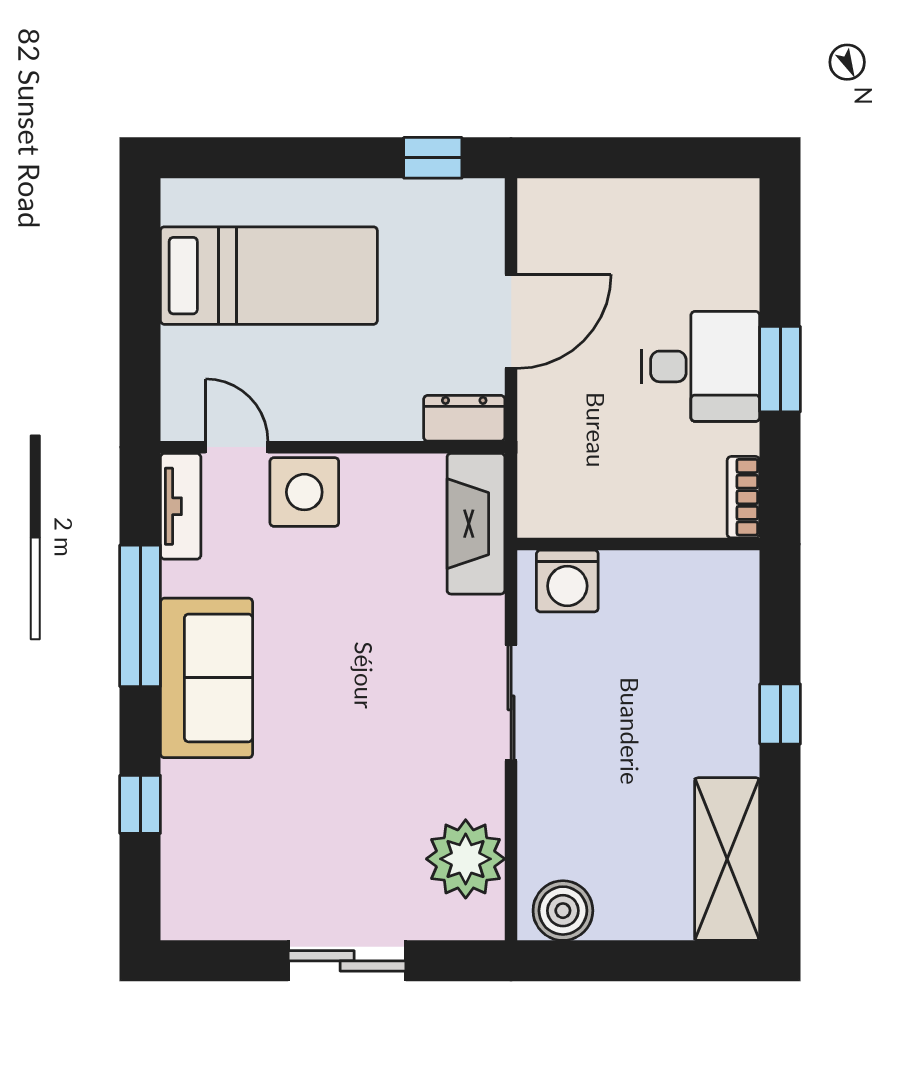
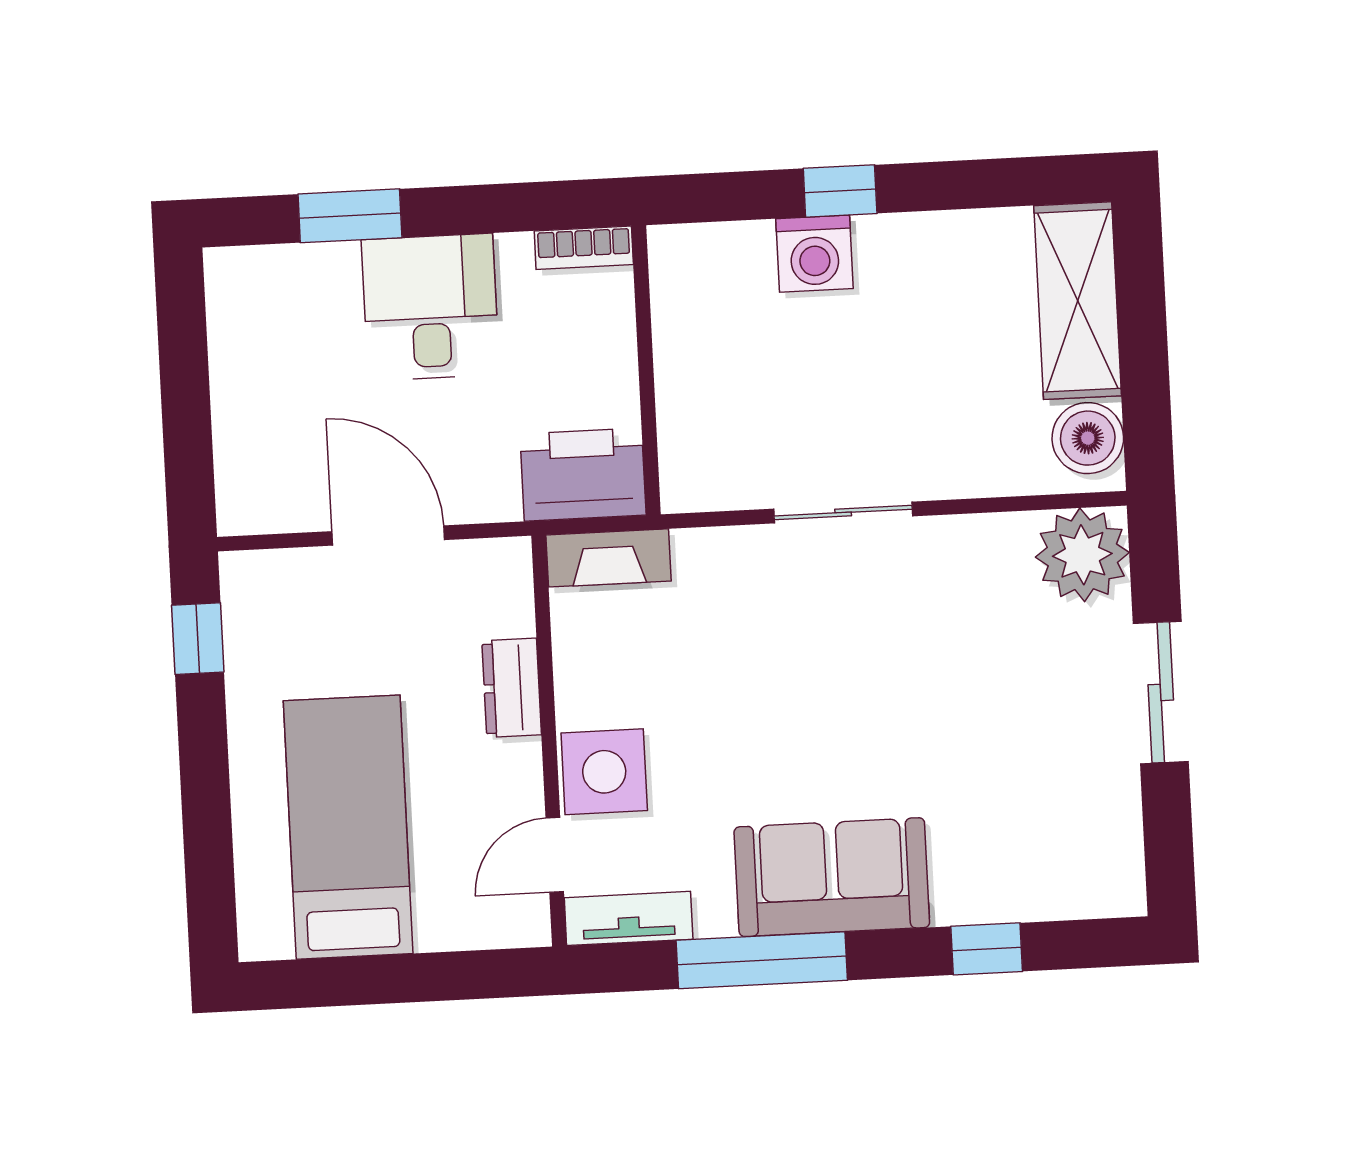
window: (780, 369) -> (350, 216), moved
dresser: (464, 418) -> (512, 688), moved
printer: (554, 487) -> (583, 475), added
fireplace: (476, 524) -> (608, 558), width x0.73, depth x0.76
washing machine: (567, 581) -> (814, 254), moved, turned 90
plant: (466, 859) -> (1082, 555), moved
shelving: (727, 859) -> (1078, 301), moved, turned 90

